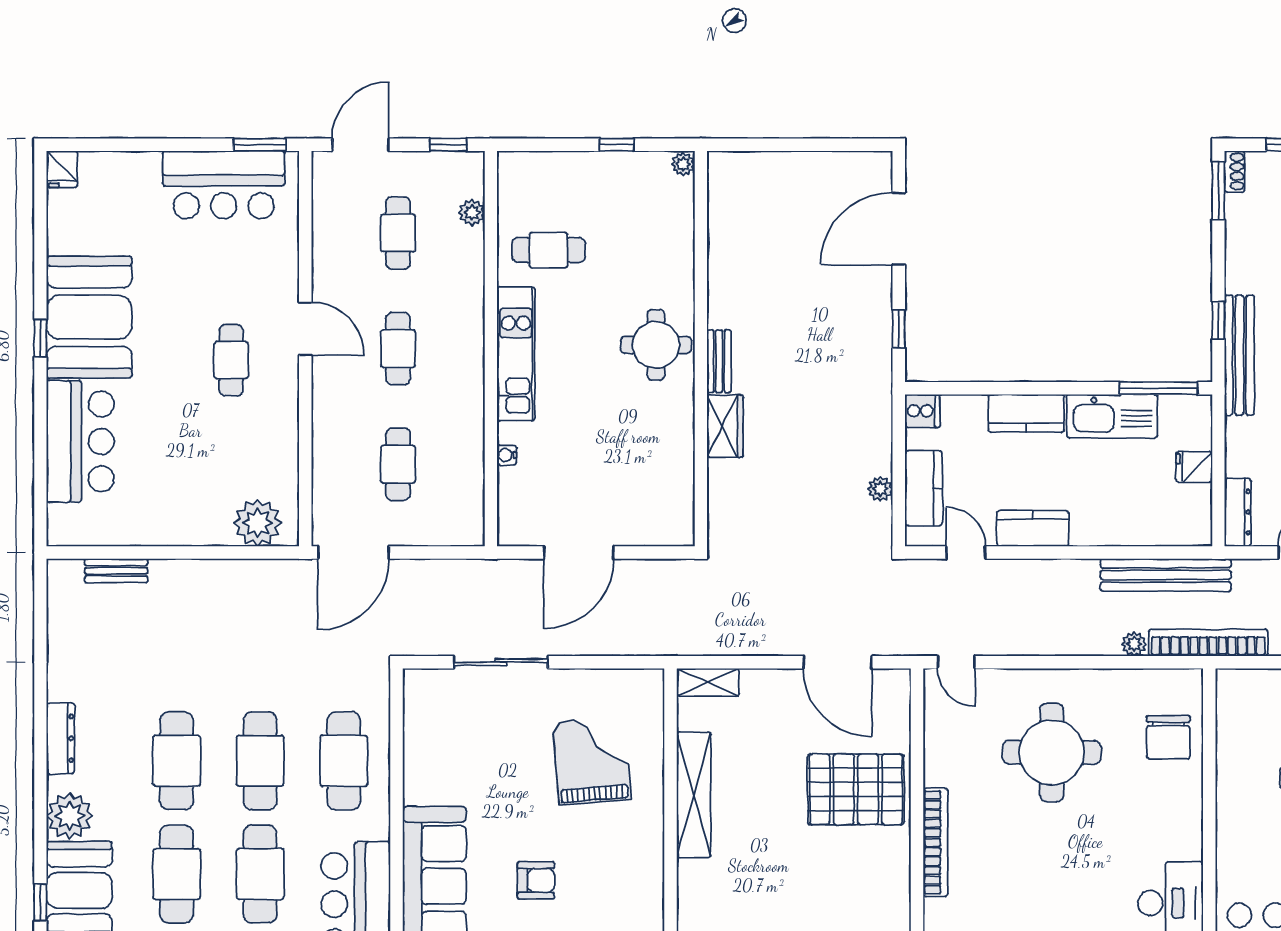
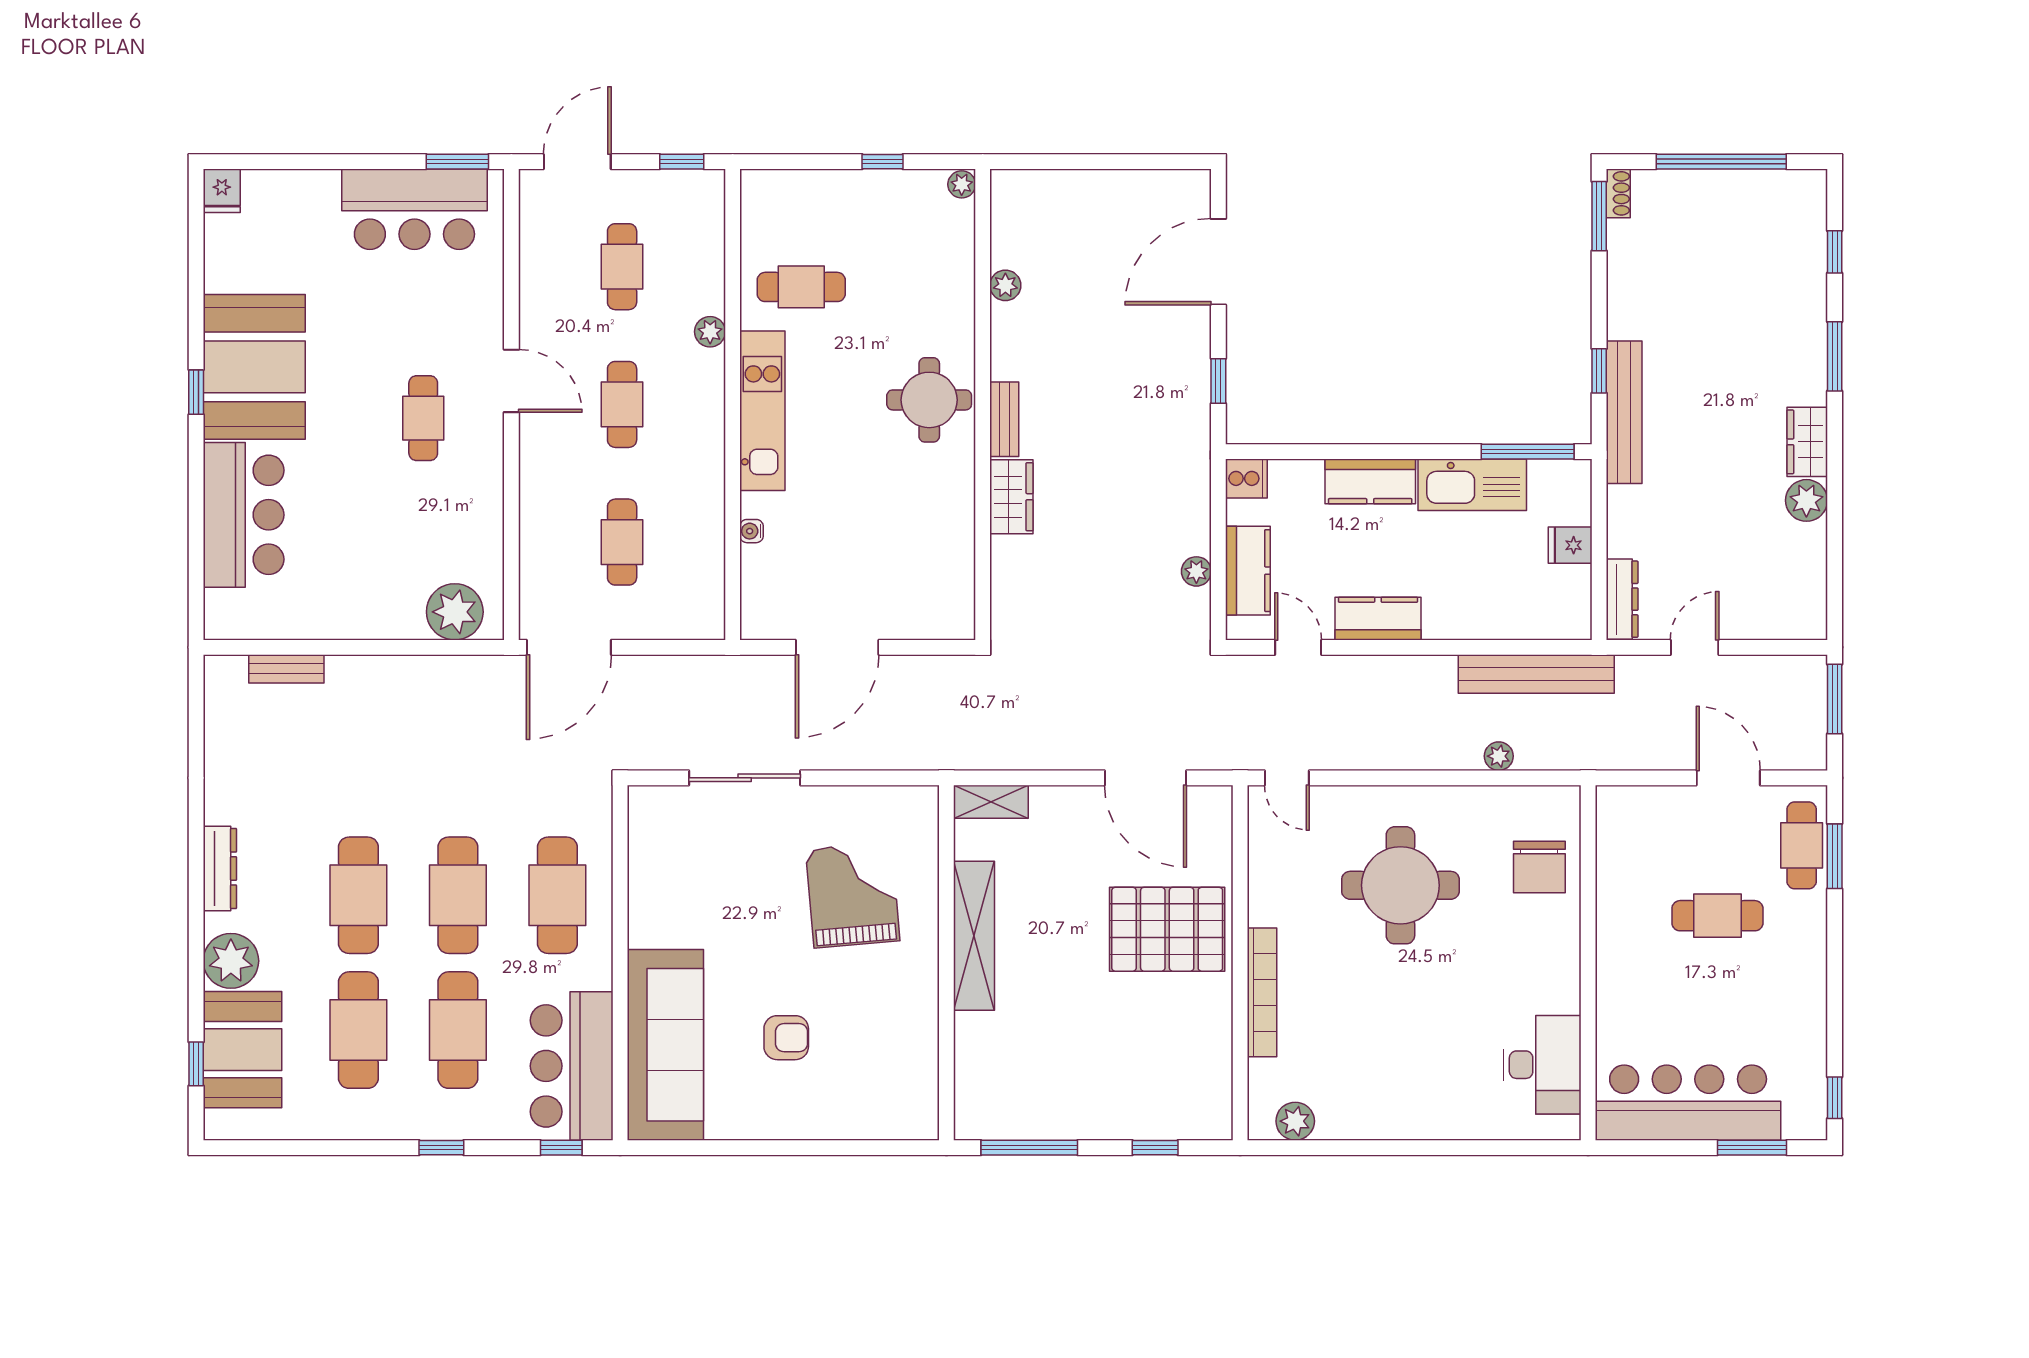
plant: (472, 213) -> (710, 332), moved
plant: (720, 249) -> (1005, 285), added
bookcase: (1208, 643) -> (1587, 754), removed

